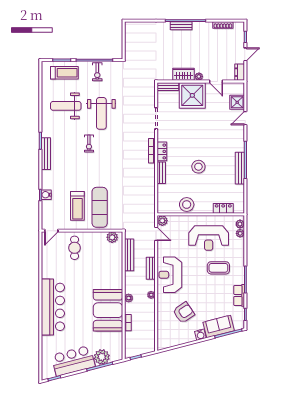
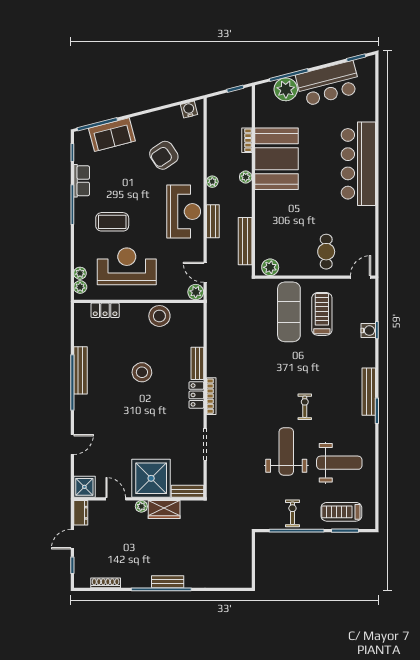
shower: (237, 102) -> (84, 487), moved
water cooler: (200, 335) -> (189, 110), moved

